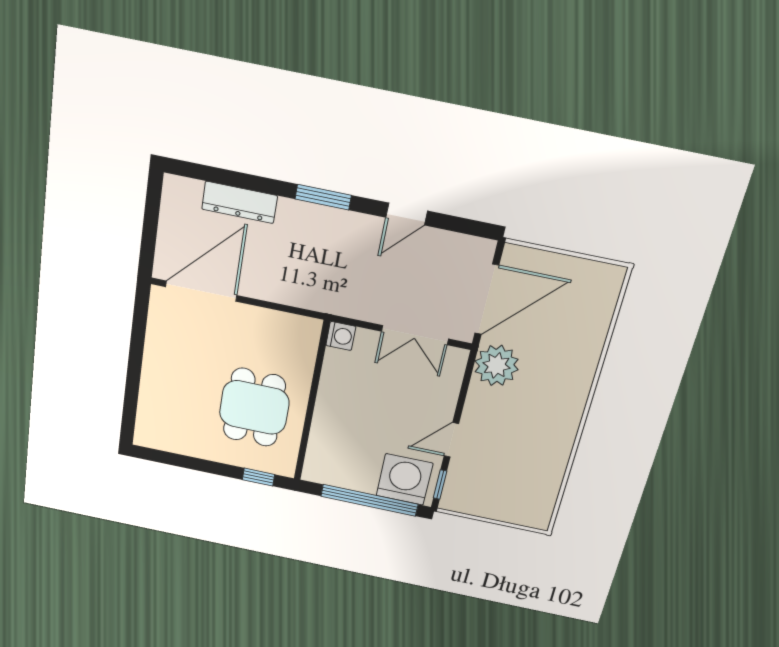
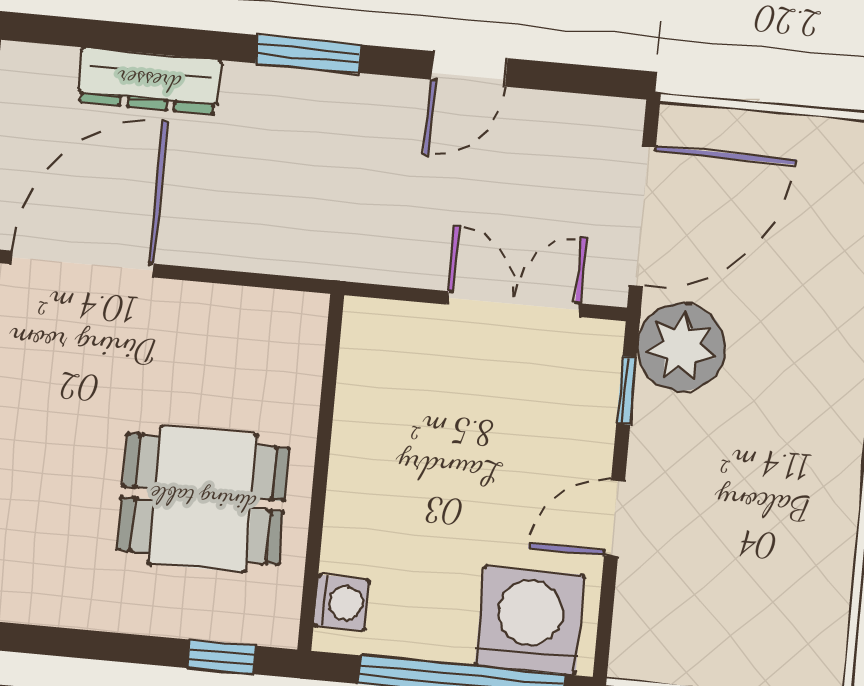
double door: (415, 335) -> (514, 304), swing flipped
washing machine: (341, 336) -> (342, 603), moved
dining table: (254, 407) -> (203, 499), turned 90
window: (440, 485) -> (626, 390), moved

